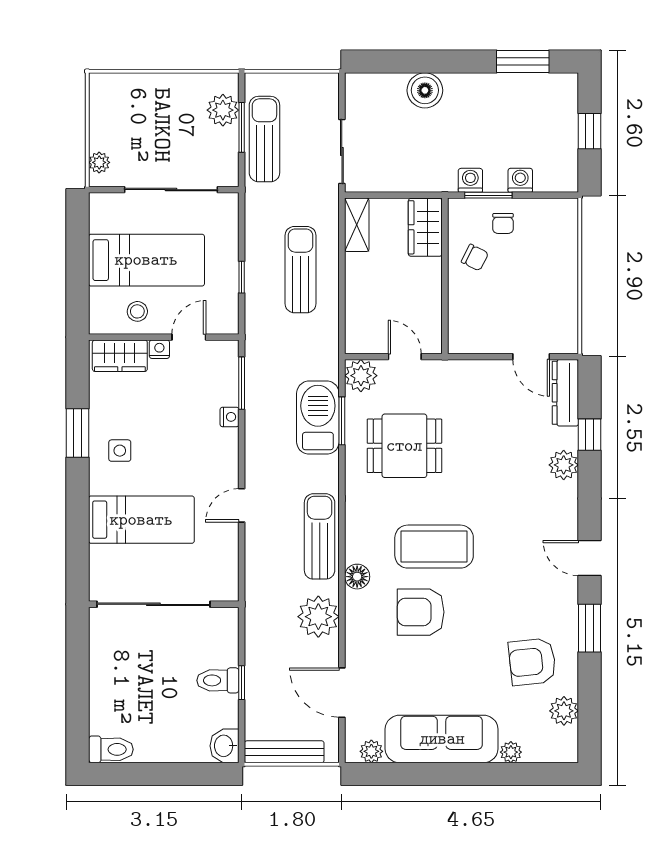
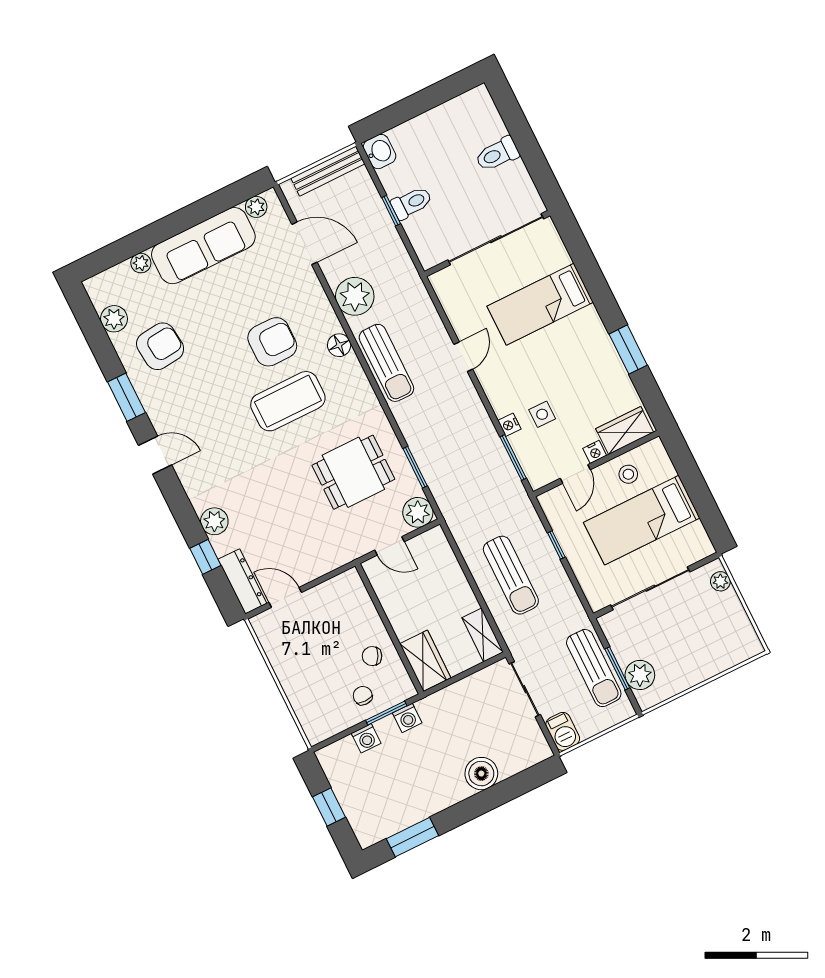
barbecue: (318, 418) -> (563, 731), moved, width x0.53, depth x0.65
side table: (120, 451) -> (542, 414), moved
toilet: (111, 749) -> (497, 154), moved

